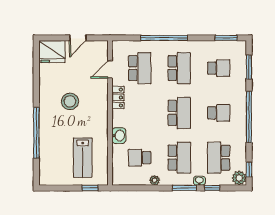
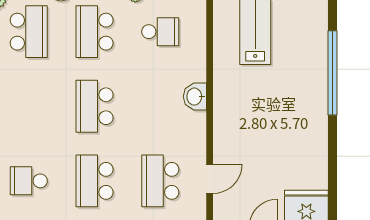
locker: (118, 98) -> (196, 132), removed
stool: (70, 101) -> (276, 125), removed
school desk: (219, 113) -> (29, 106), removed
washbasin: (119, 136) -> (195, 97), moved

